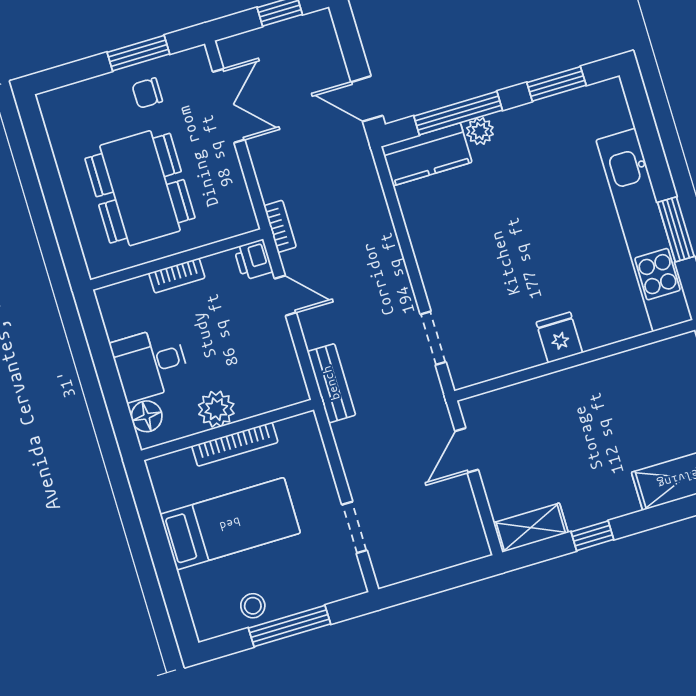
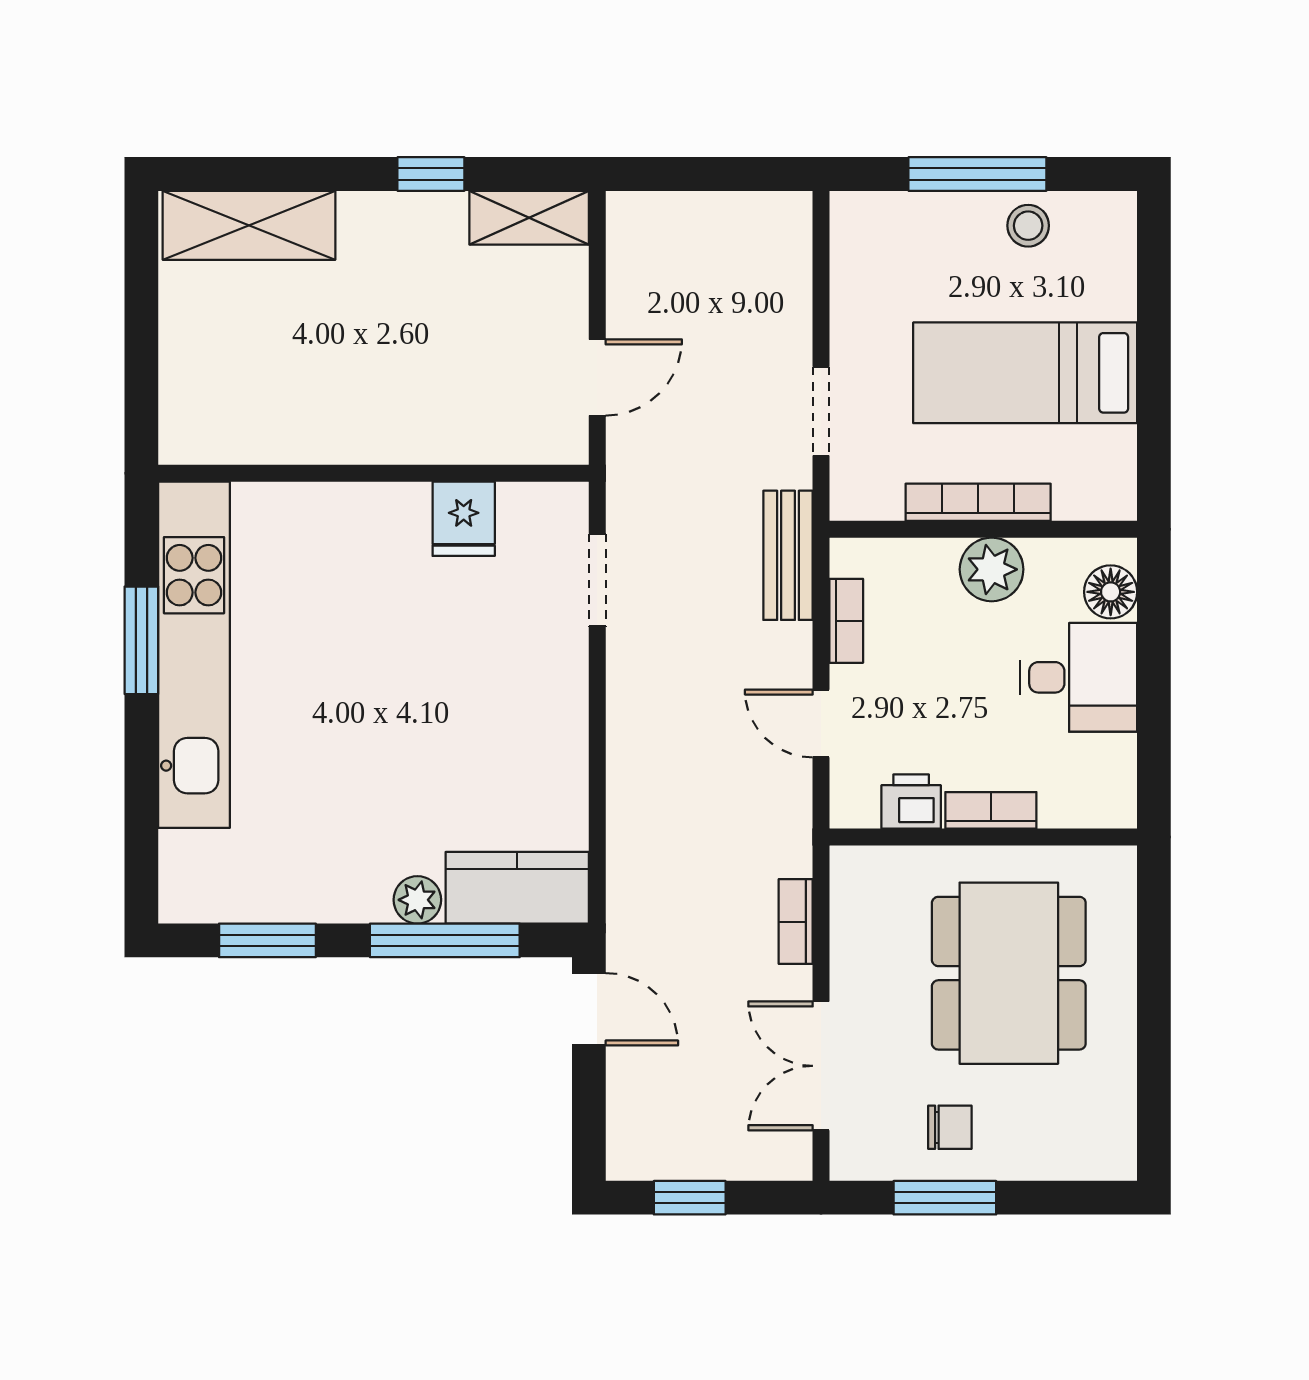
bookcase: (280, 226) -> (796, 922), moved
printer: (253, 260) -> (911, 801), moved, turned -90
fridge: (559, 337) -> (464, 519), moved
bookcase: (288, 357) -> (846, 621), added
doorway: (354, 527) -> (821, 411), moved

